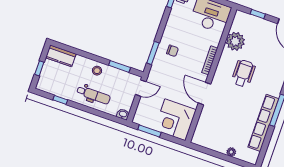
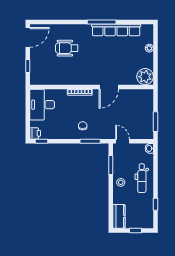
plant: (235, 41) -> (145, 77), moved
wheelchair: (243, 73) -> (67, 48), moved
dental chair: (94, 95) -> (142, 178), turned 180
corner desk: (175, 120) -> (139, 104), removed

